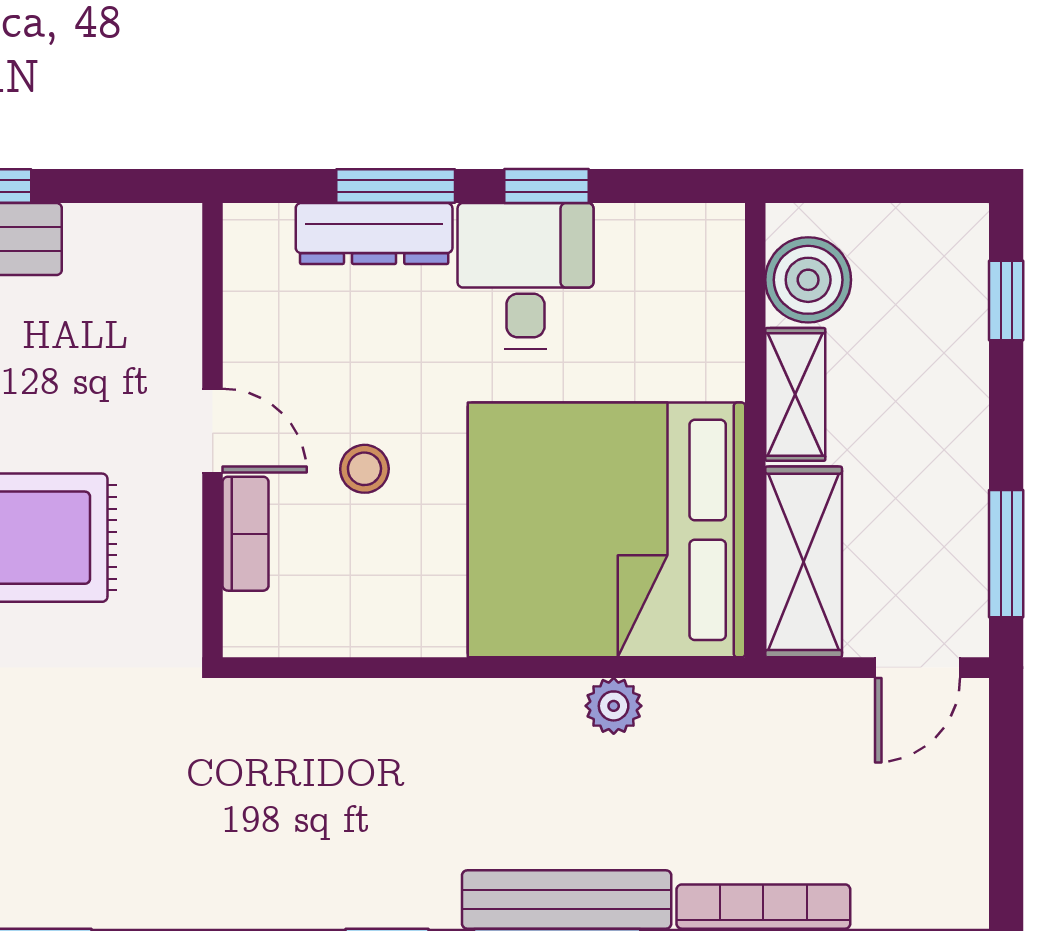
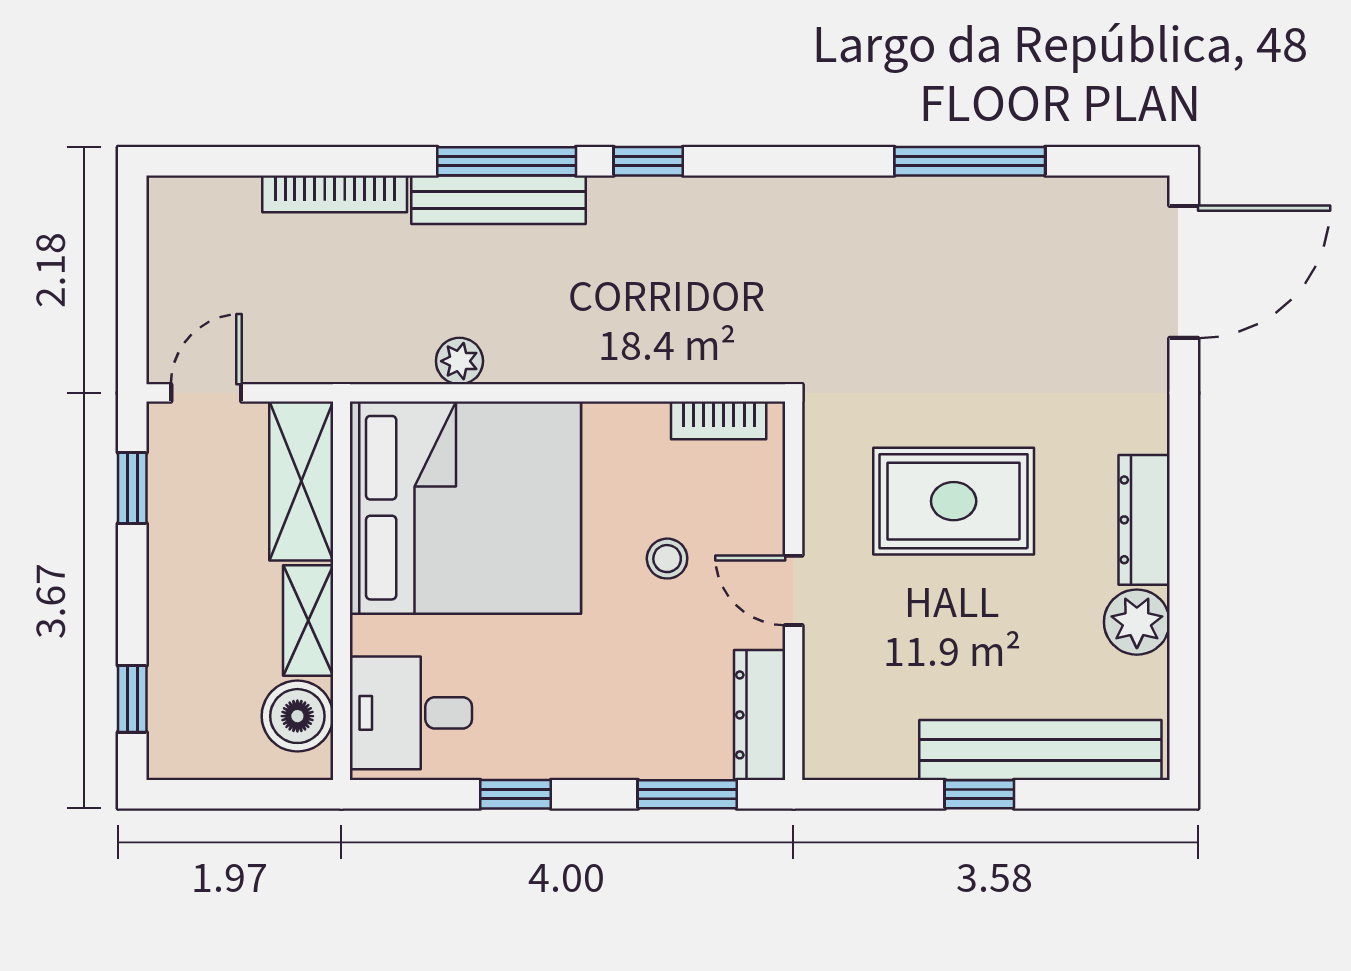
window: (396, 186) -> (687, 794), moved
dresser: (374, 234) -> (760, 715), moved, turned -90
desk: (525, 276) -> (411, 713), moved, turned 90
bookcase: (246, 534) -> (719, 420), moved, turned -90
window: (1006, 554) -> (132, 488), width x0.67

